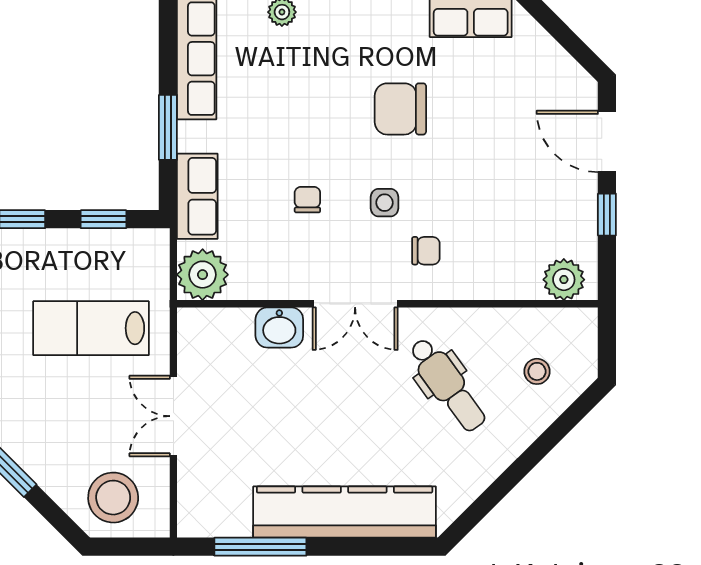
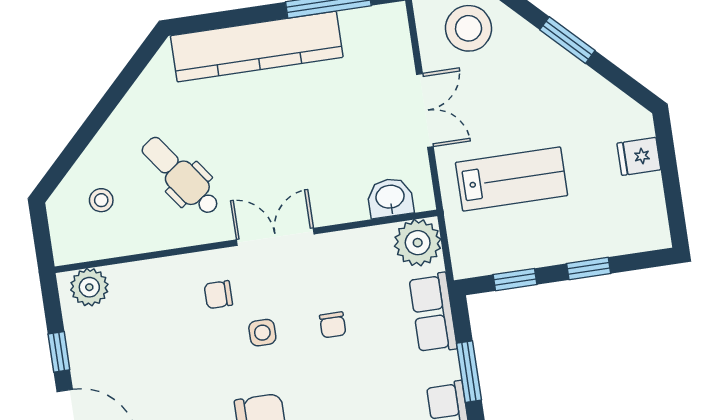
washbasin: (279, 328) -> (390, 198), moved

